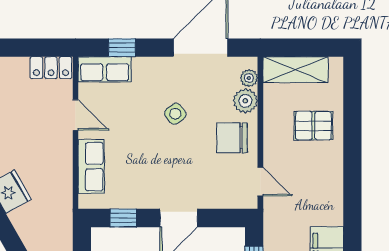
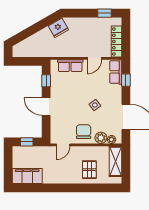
locker: (51, 68) -> (116, 41), width x1.53

